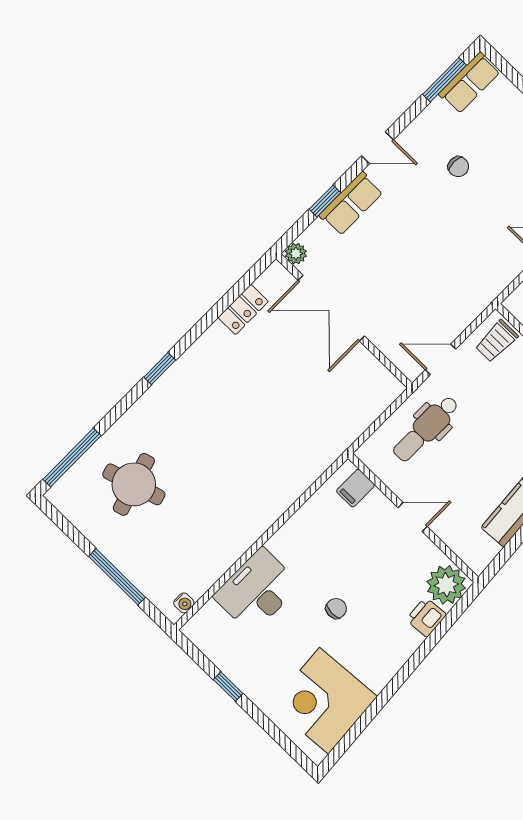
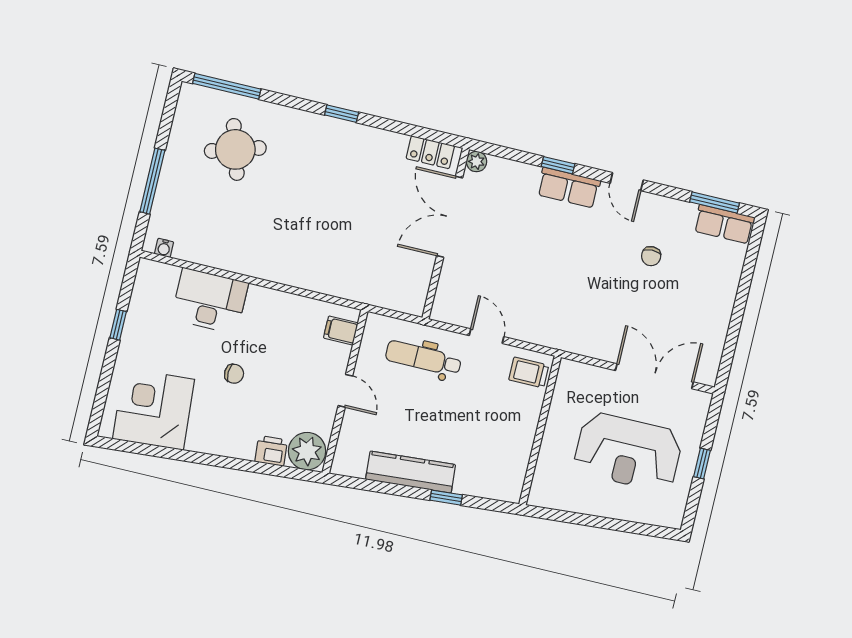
plant: (296, 254) -> (476, 162), moved
double door: (331, 308) -> (450, 217), moved
wall: (344, 321) -> (446, 234), moved

